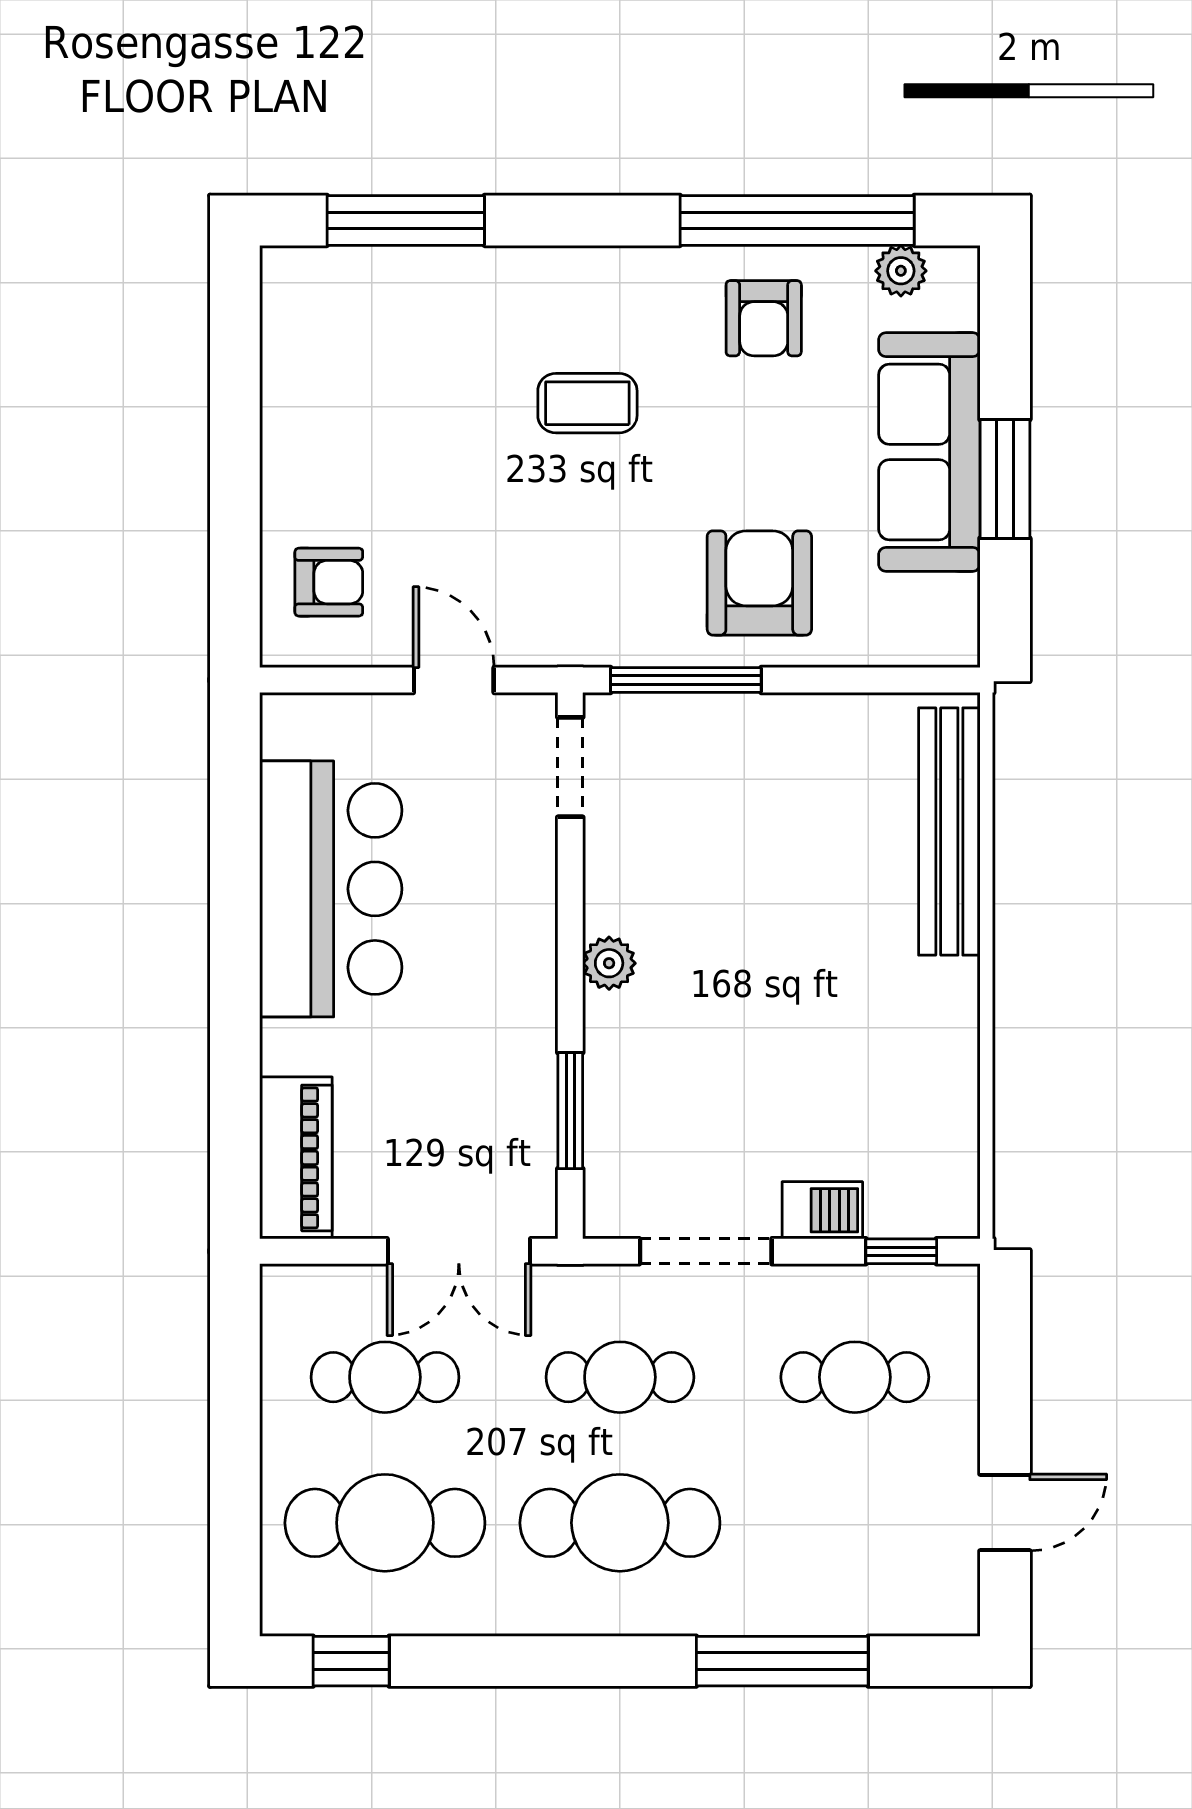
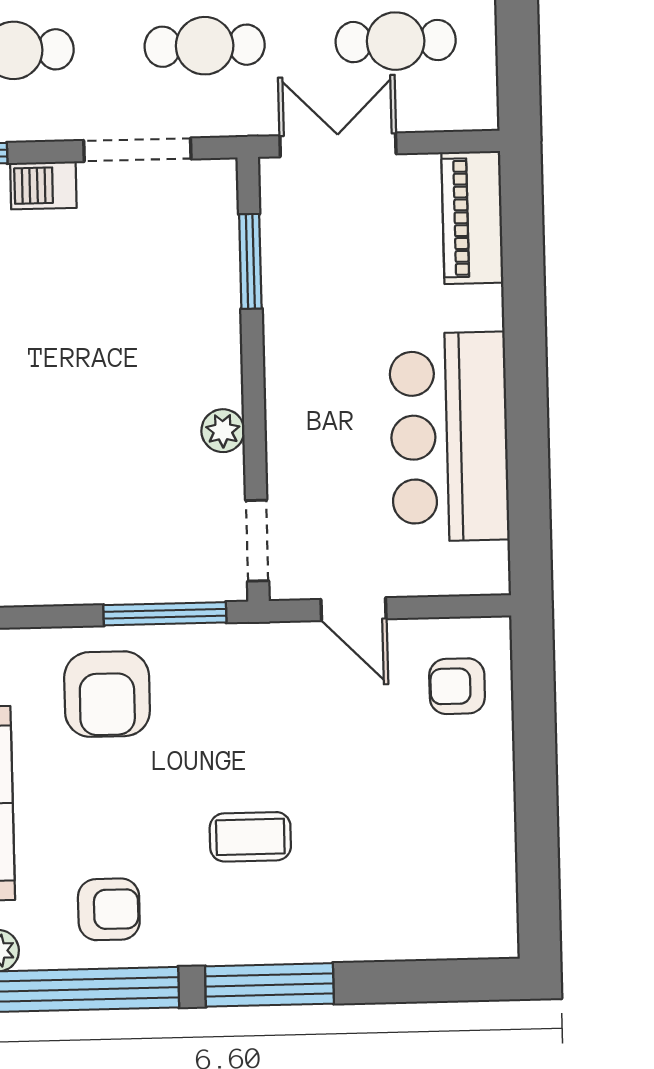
window: (406, 220) -> (269, 985), moved
armchair: (764, 318) -> (109, 909), turned 90
plant: (609, 963) -> (223, 431), moved

